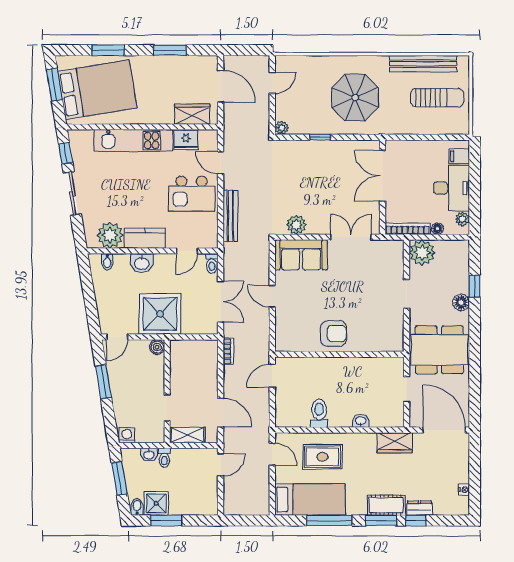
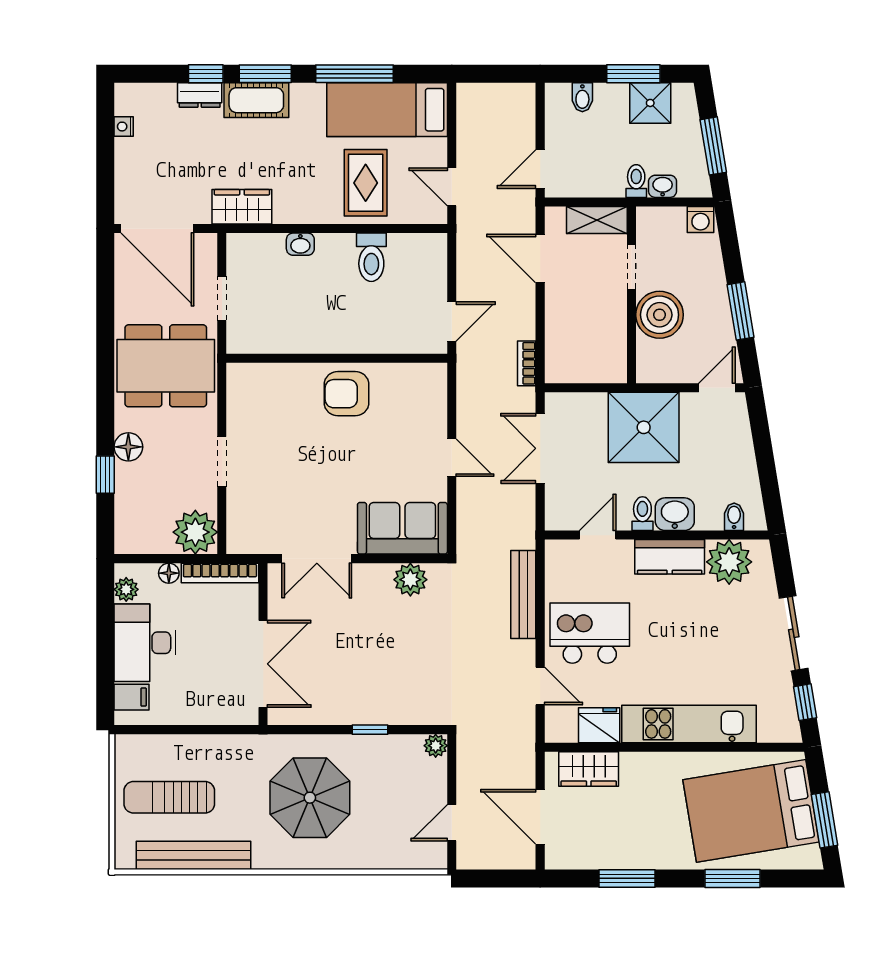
toilet: (212, 263) -> (642, 514), moved
boiler: (157, 347) -> (660, 315), moved, width x1.86, depth x1.86
rug: (322, 457) -> (366, 183), turned 90
bidet: (137, 507) -> (582, 97), moved

